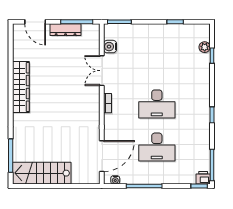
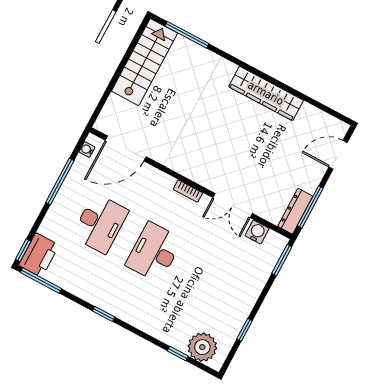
dresser: (66, 30) -> (295, 211), moved
plant: (205, 47) -> (202, 347), width x1.87, depth x1.87
double door: (102, 71) -> (233, 206), swing flipped
desk: (157, 147) -> (100, 223), turned 180
door: (102, 156) -> (126, 148), hinge flipped
printer: (203, 178) -> (39, 255), width x1.87, depth x1.48

